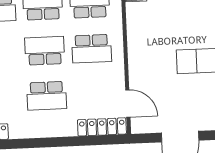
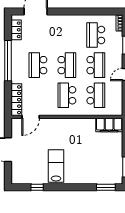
window: (42, 143) -> (8, 61), added

